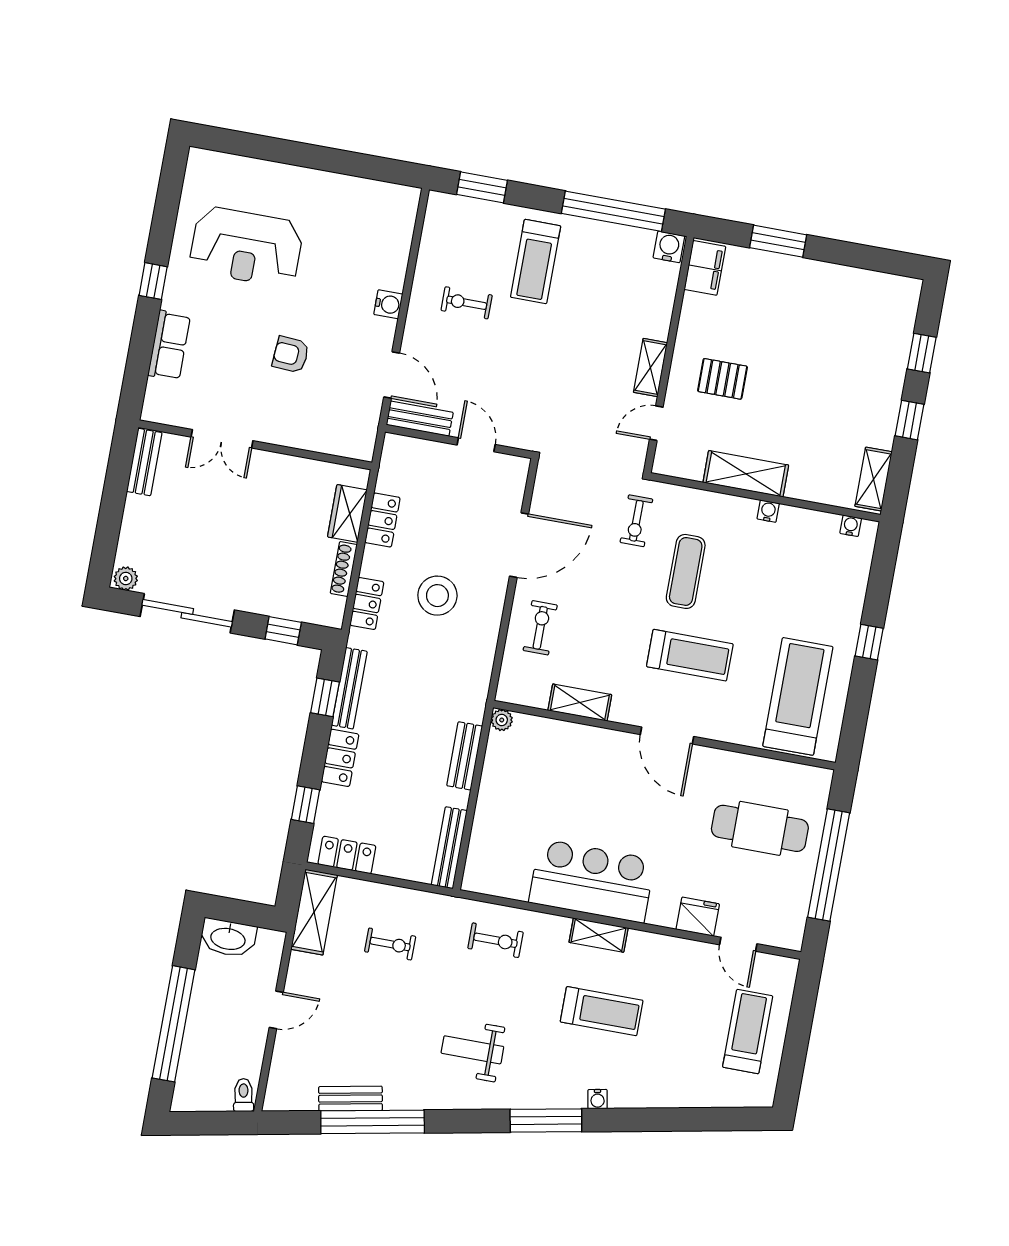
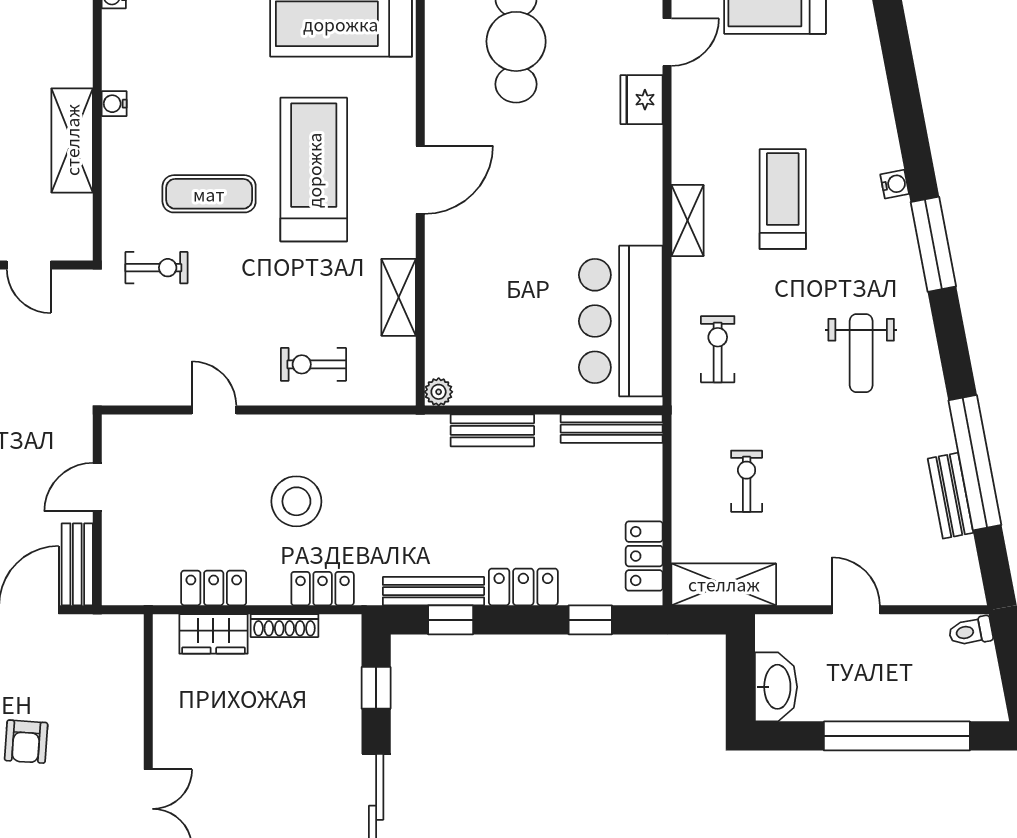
door: (519, 545) -> (214, 410), width x0.53
treadmill: (690, 655) -> (314, 170), width x1.37, depth x1.38
bar counter: (592, 881) -> (621, 321), moved

